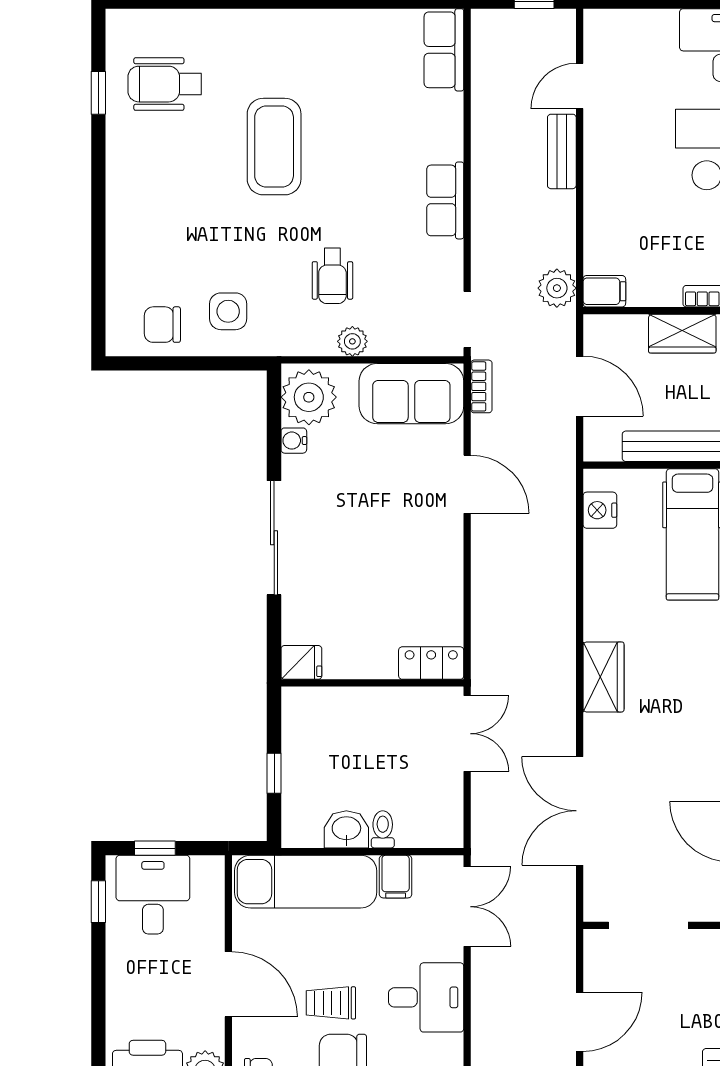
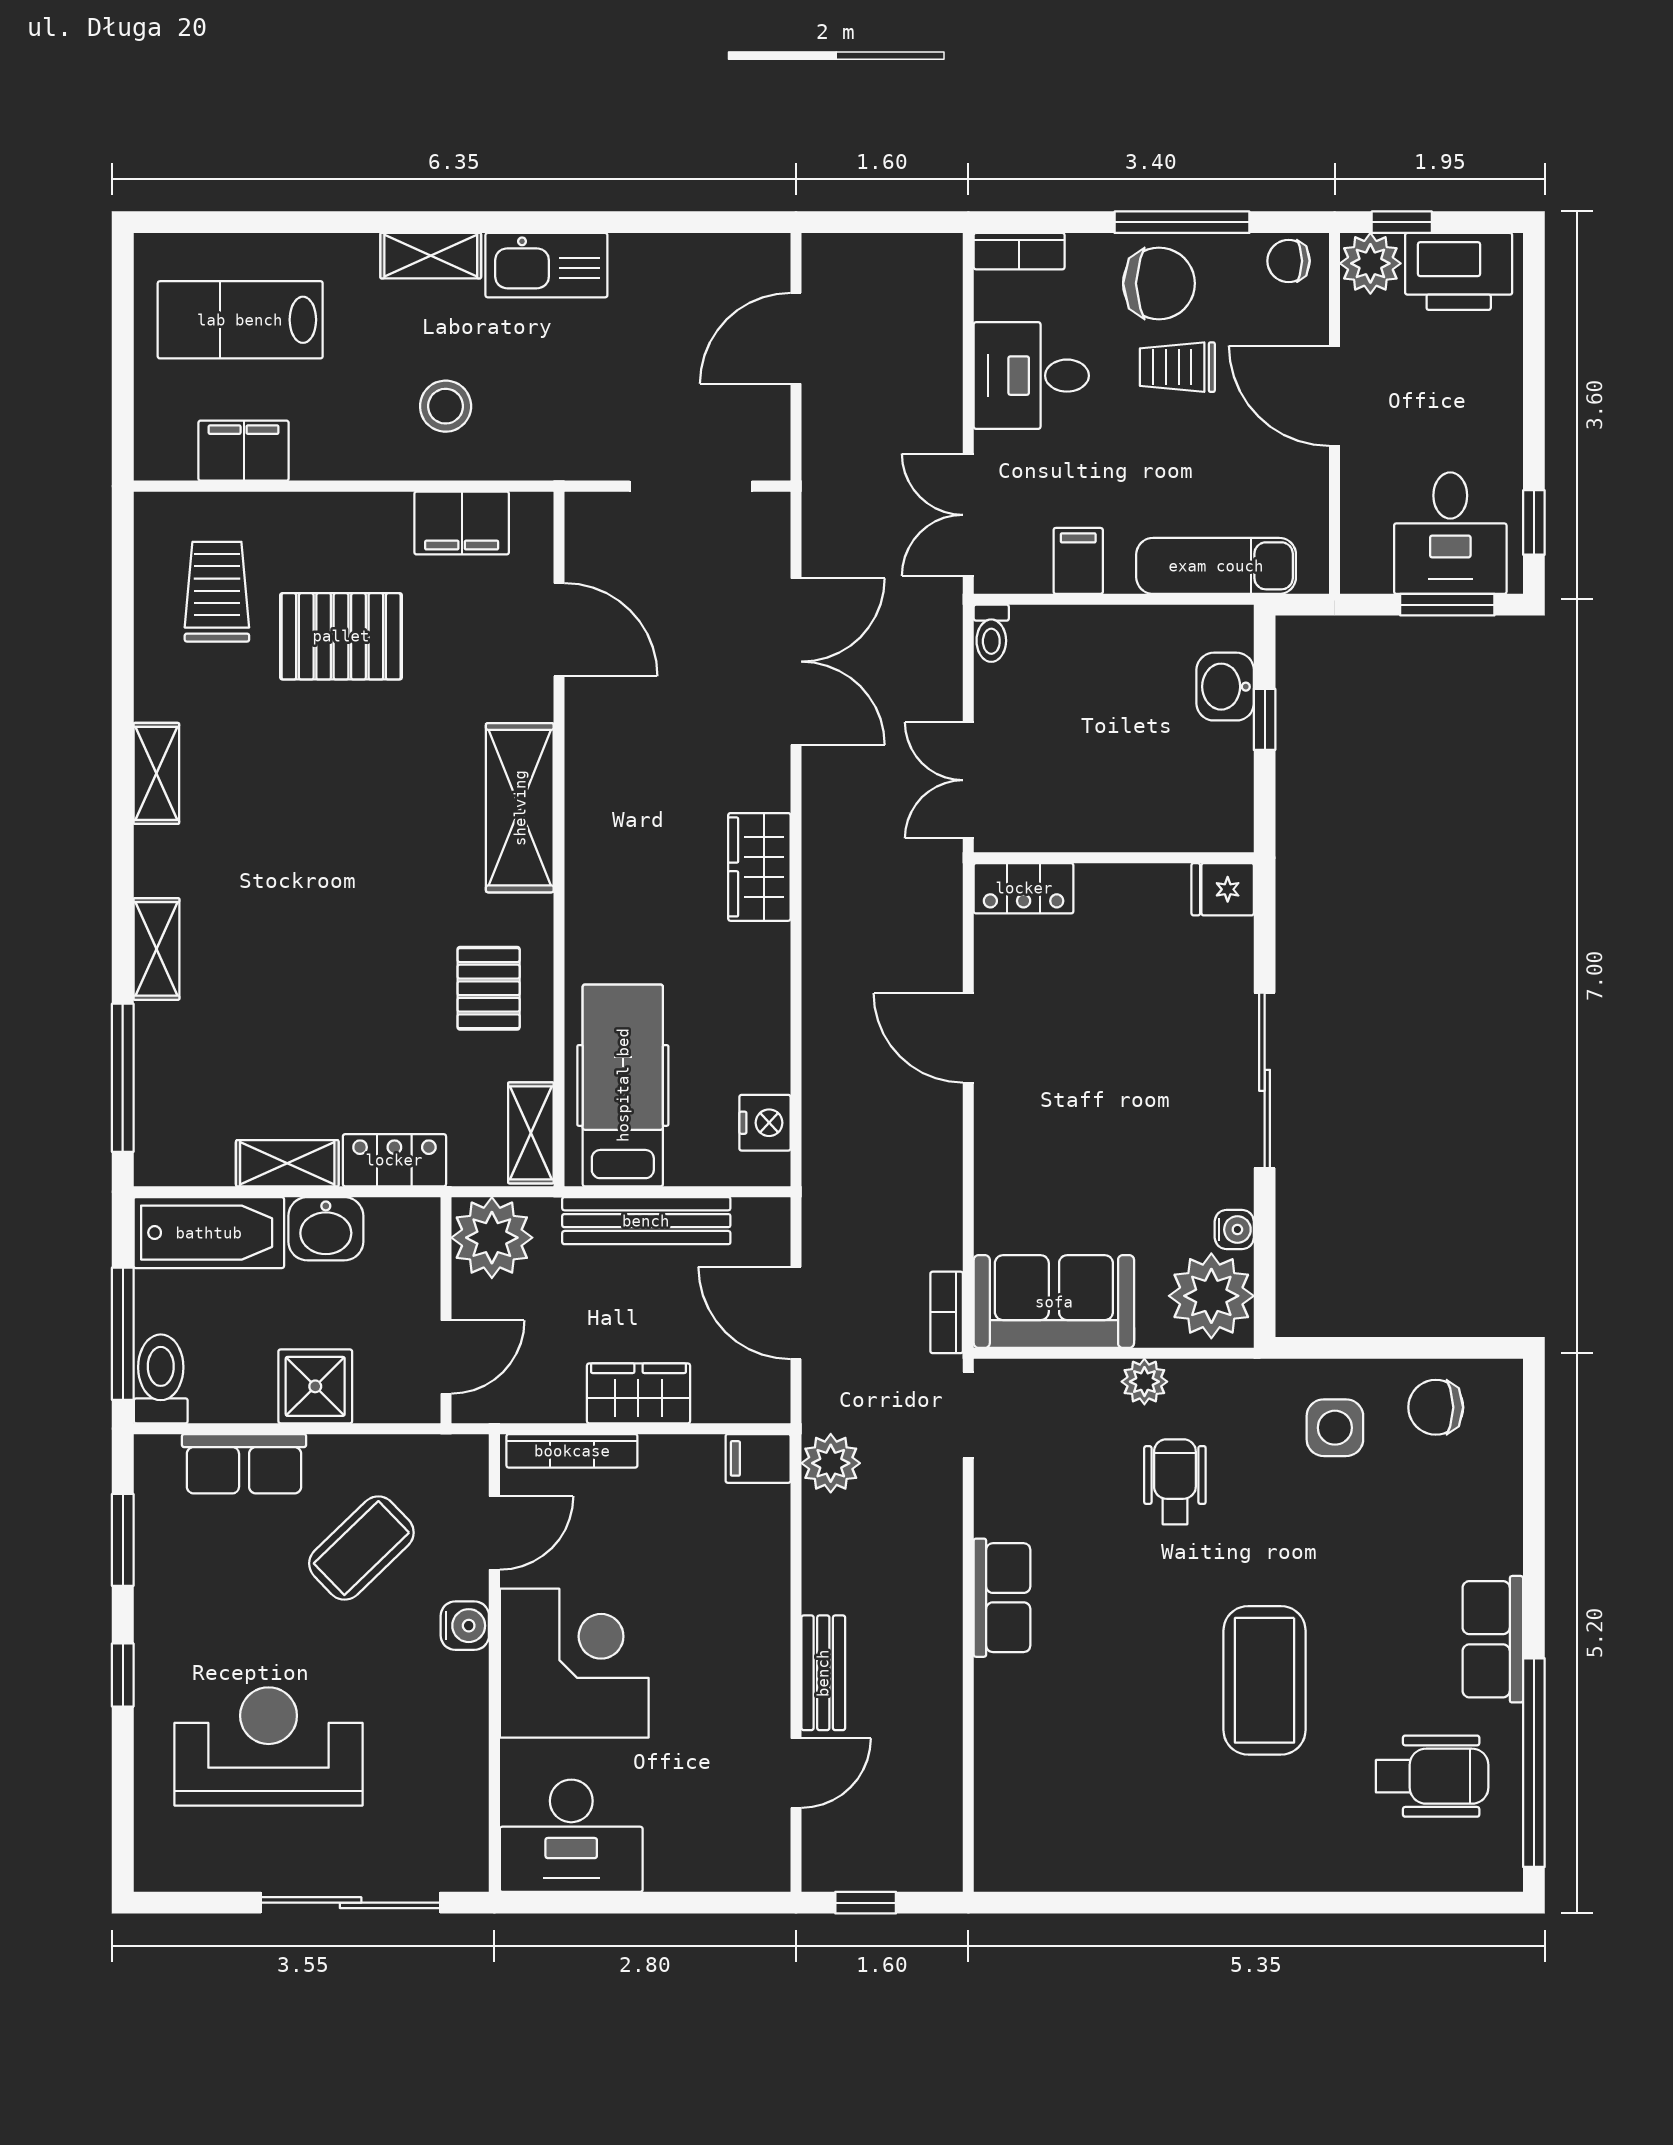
row of seats: (444, 50) -> (1493, 1639), moved, turned 180
window: (98, 93) -> (1534, 1763), width x3.17
chair: (162, 325) -> (1436, 1407), turned 180
door: (467, 484) -> (968, 1038), moved
washbasin: (346, 829) -> (1225, 687), moved, turned 90
toilet: (383, 829) -> (991, 633), moved
window: (155, 848) -> (1447, 605), width x1.50
exam couch: (306, 882) -> (1216, 566), width x0.73, depth x0.69
trolley: (331, 1003) -> (1177, 367), turned 180

